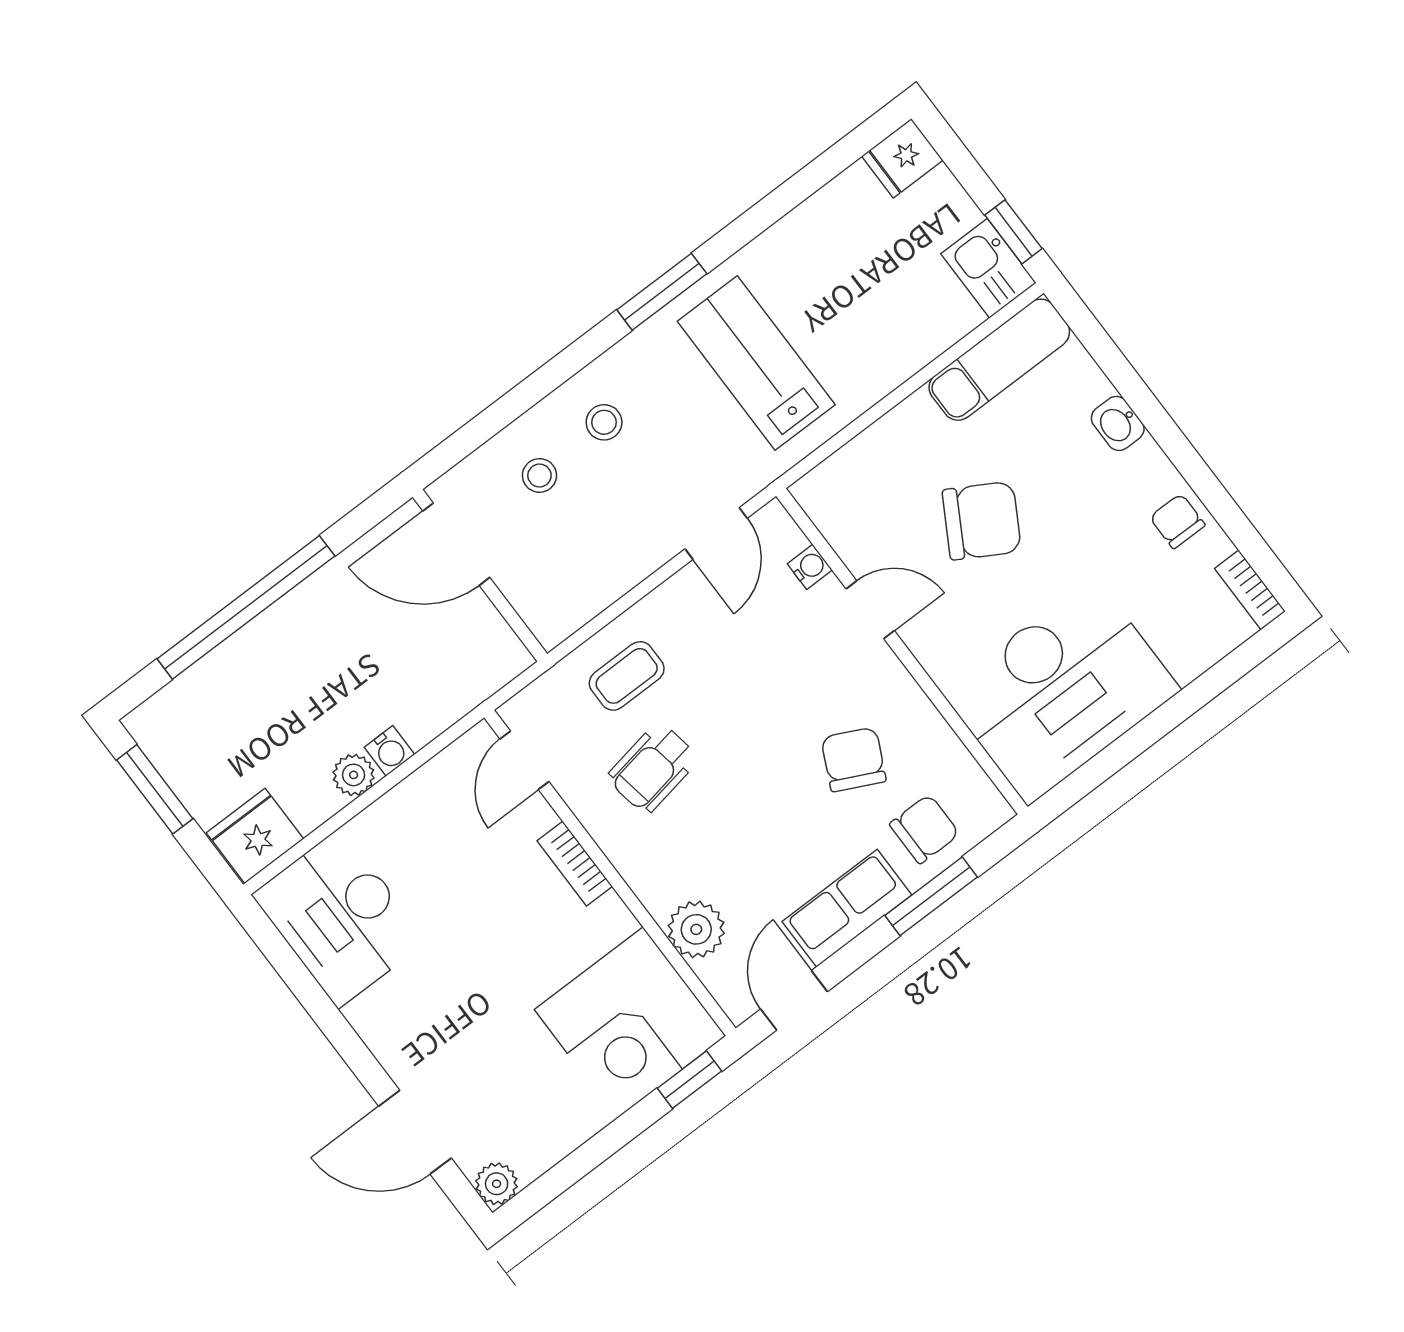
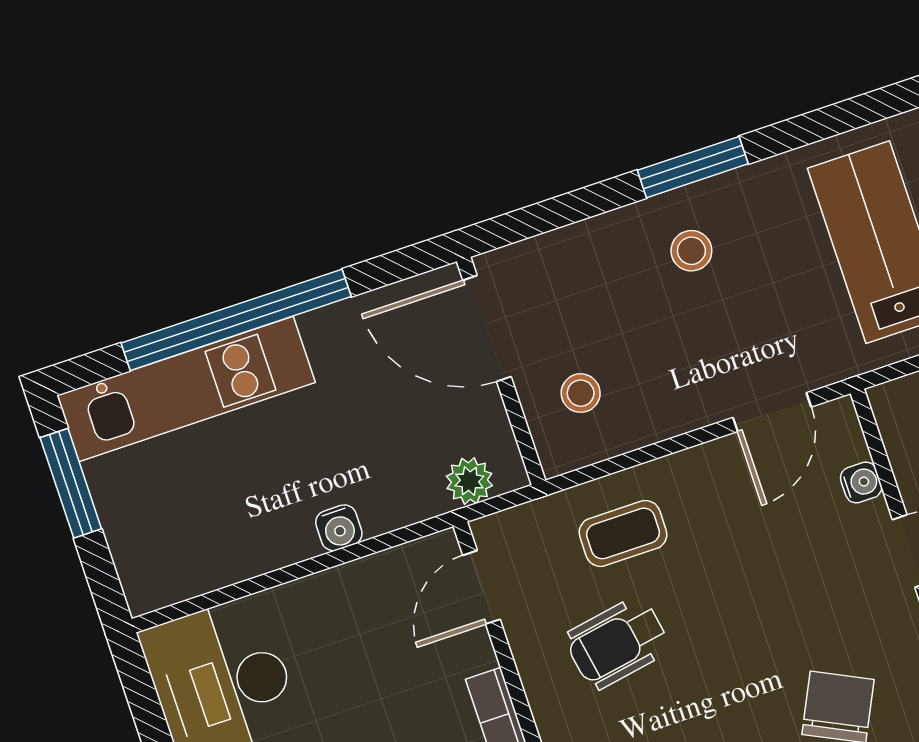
window: (662, 292) -> (693, 167), moved
stool: (539, 475) -> (581, 393), moved
kitchen unit: (224, 679) -> (186, 389), added
plant: (354, 775) -> (469, 481), moved
fridge: (255, 836) -> (162, 570), removed

